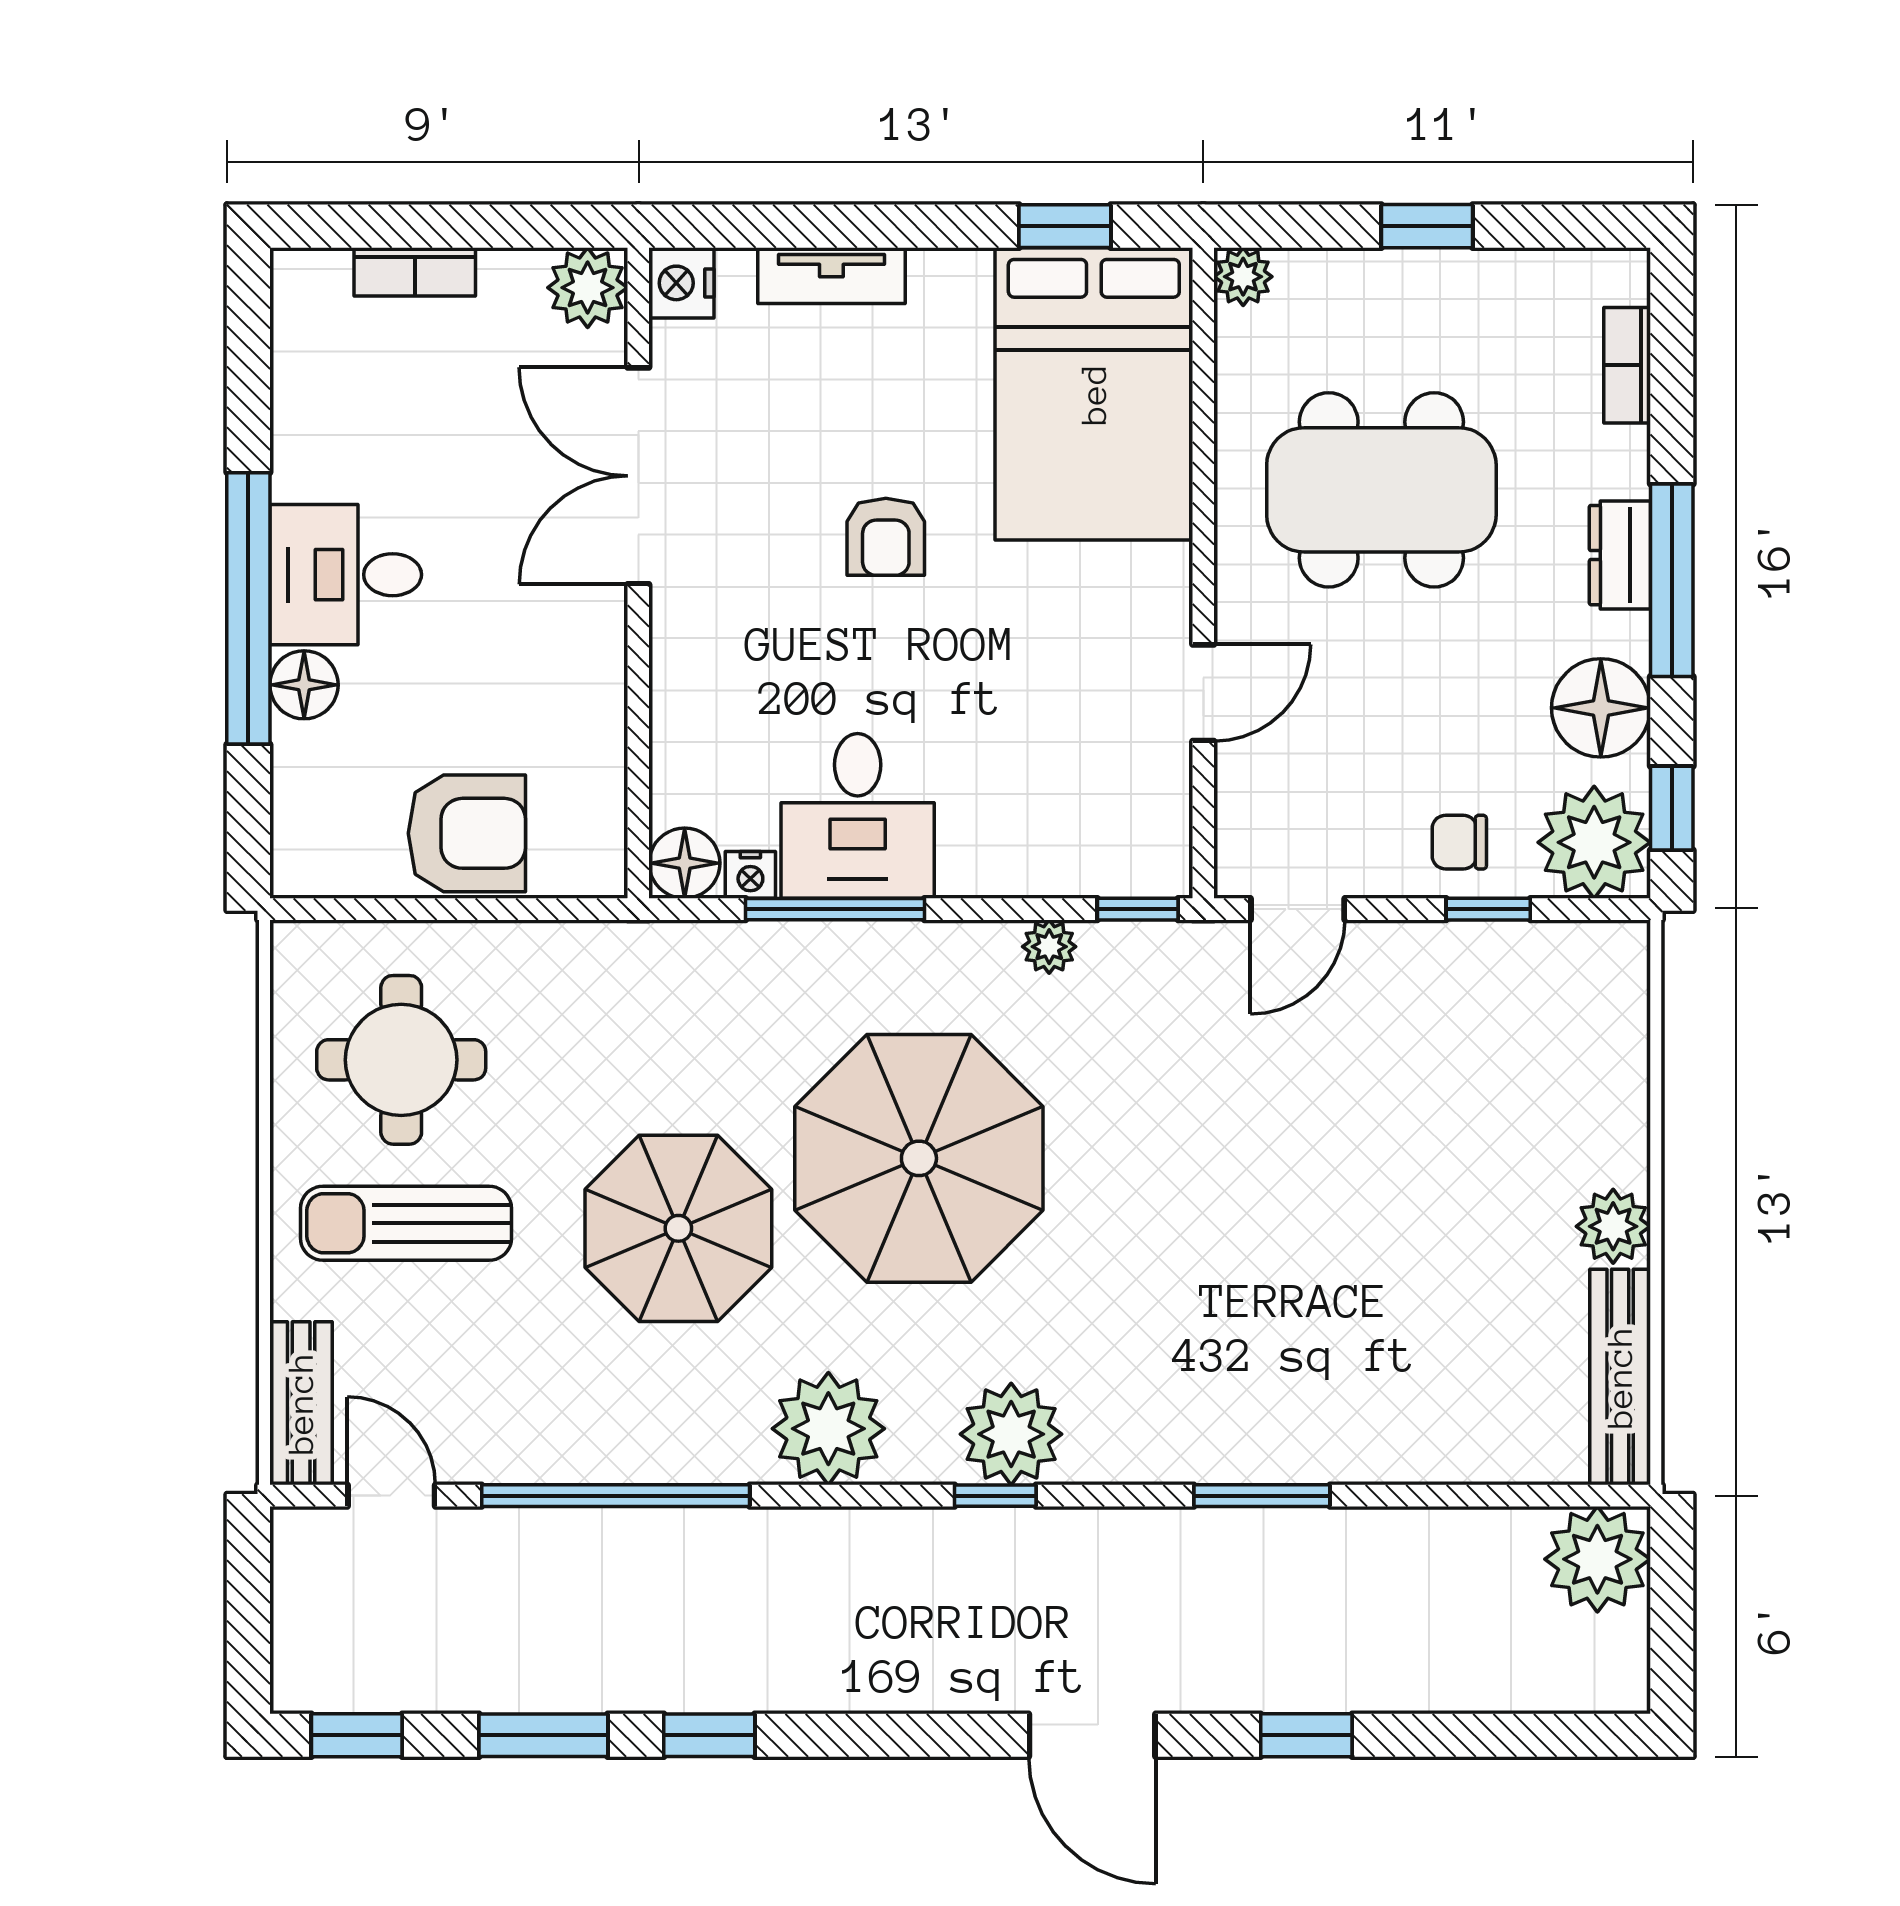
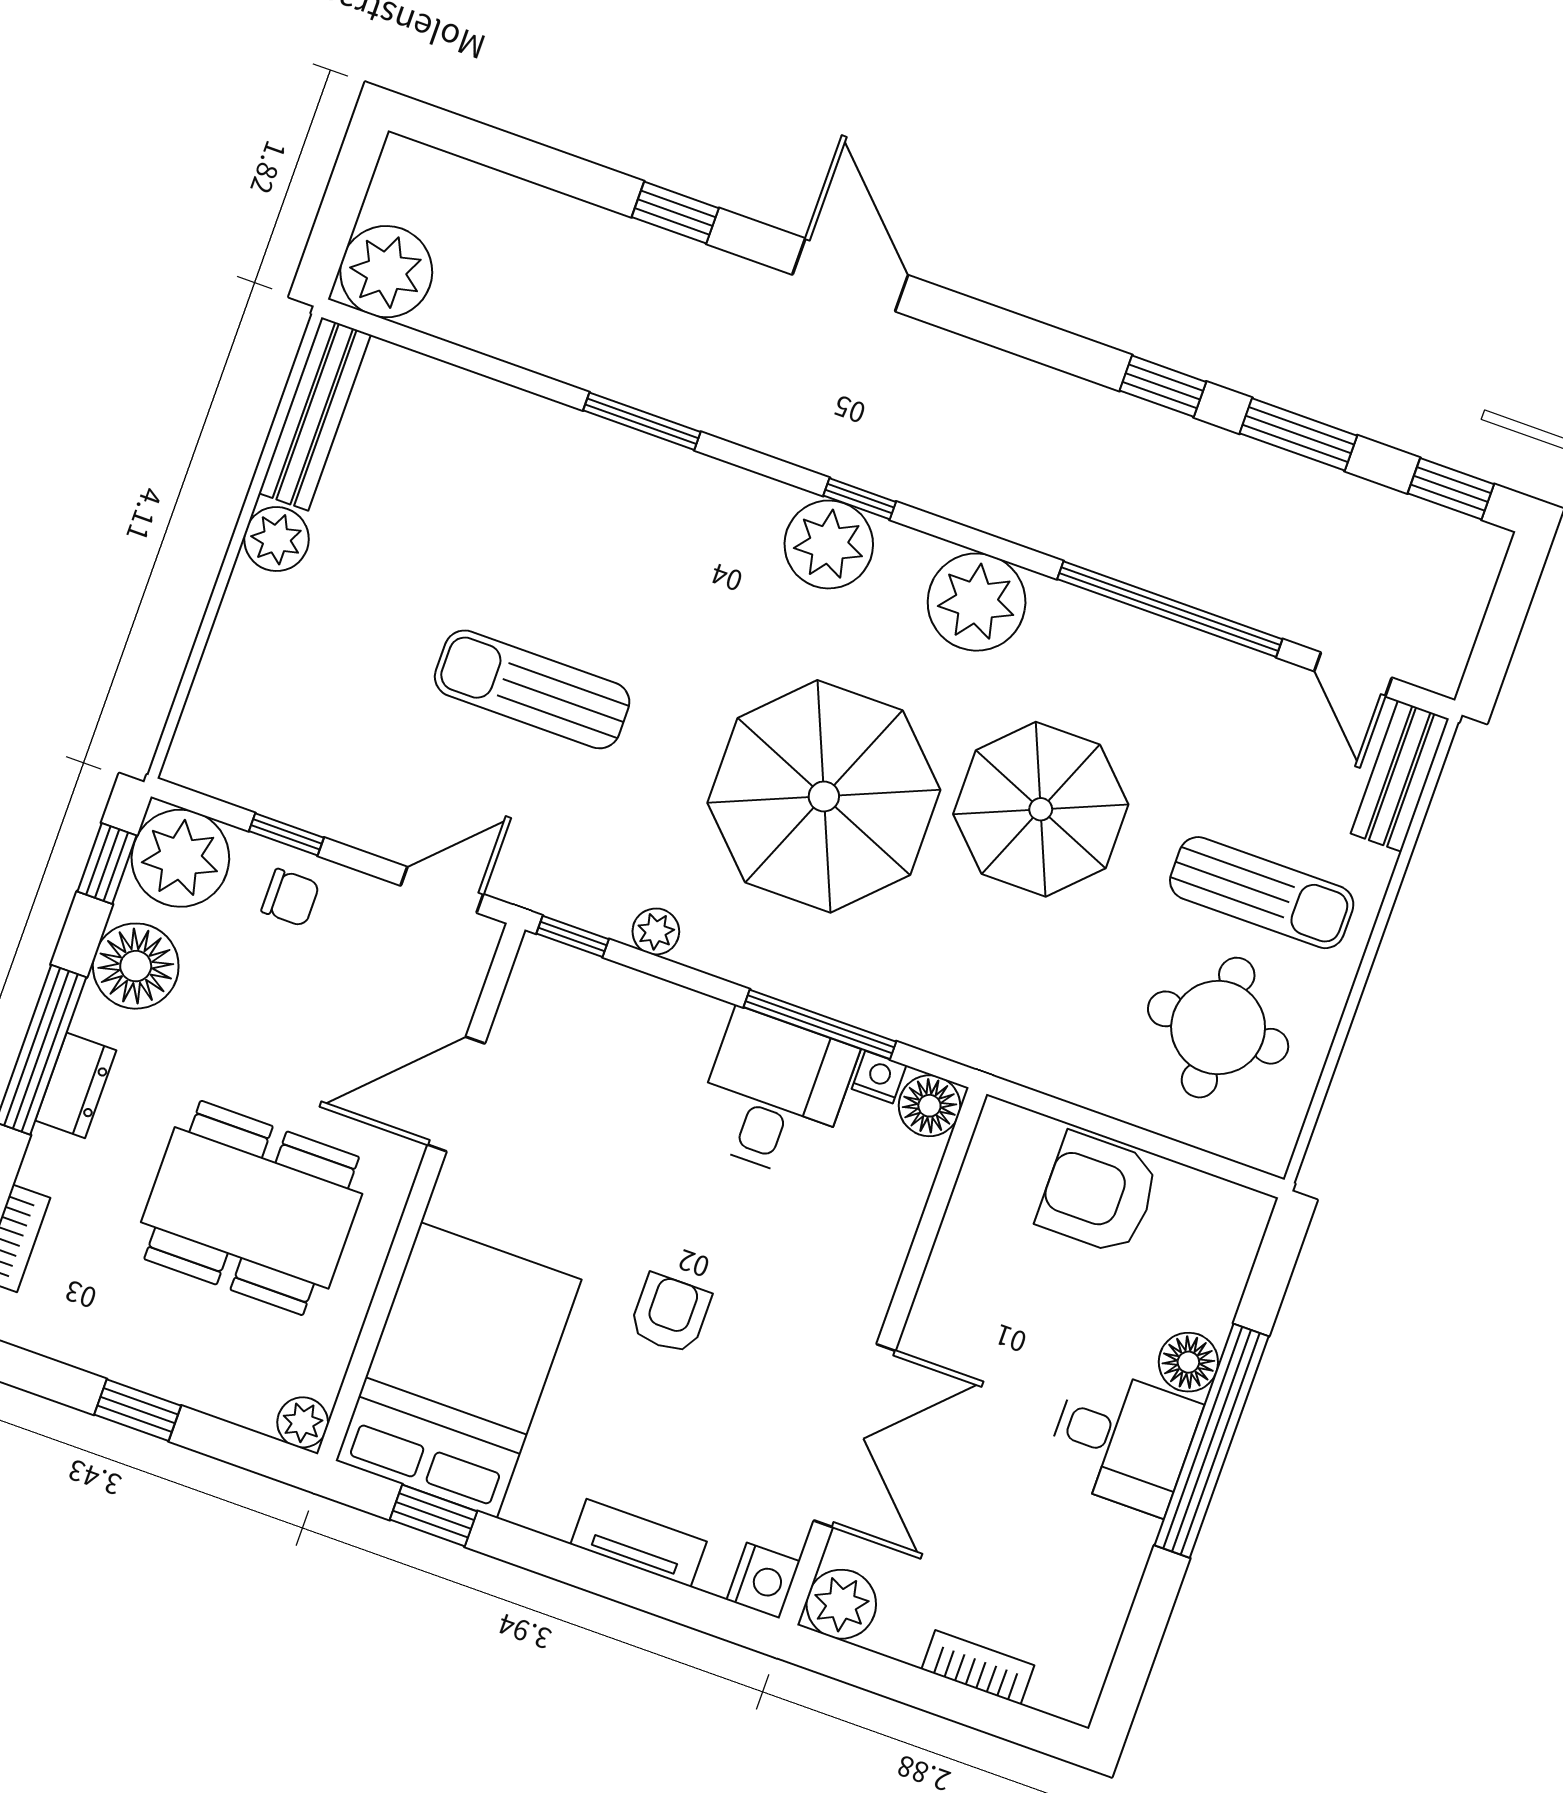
door: (1203, 693) -> (456, 1094), width x1.38
sun lounger: (1277, 1162) -> (532, 689), added

